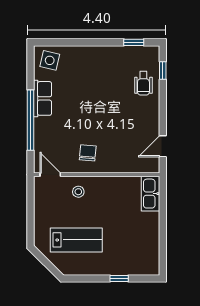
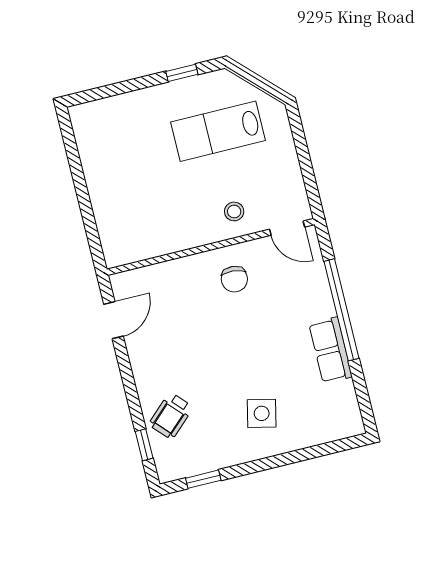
side table: (50, 60) -> (262, 413), moved
wheelchair: (143, 83) -> (171, 416), turned -133
kitchen sink: (151, 194) -> (115, 237), removed
window: (119, 279) -> (182, 73), moved

